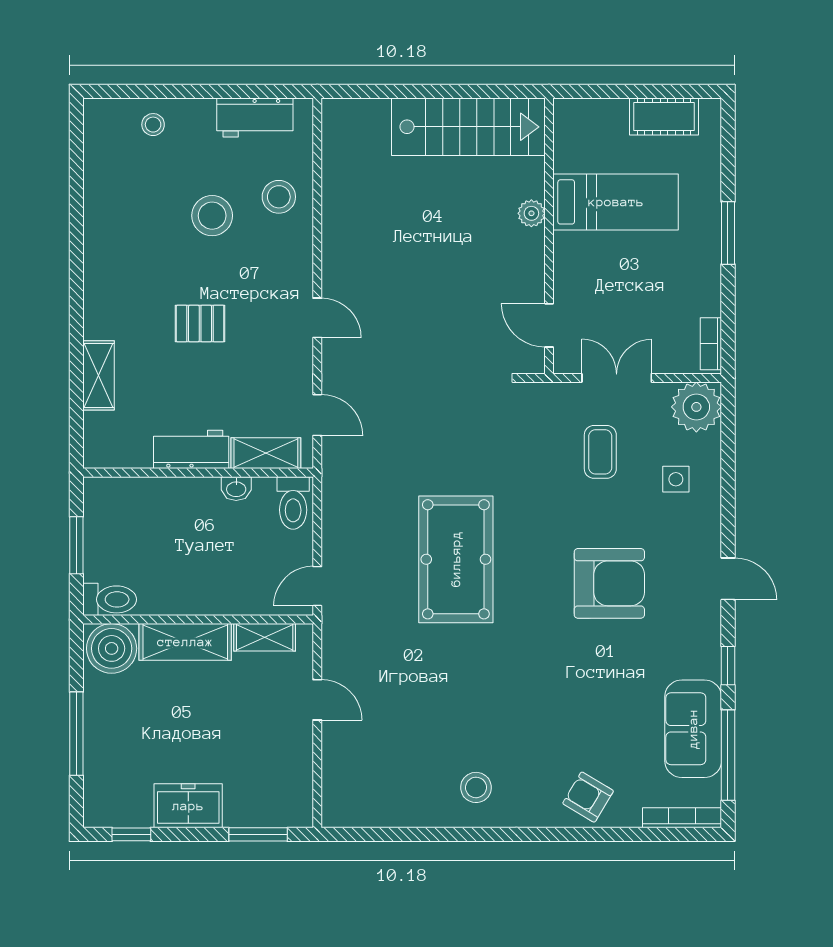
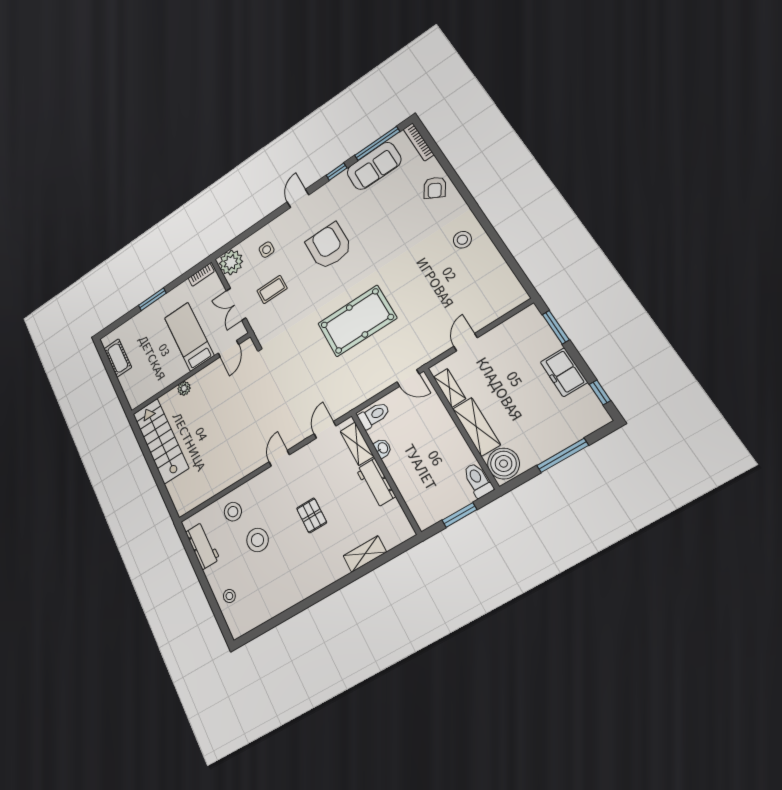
bed: (616, 202) -> (189, 337), moved

